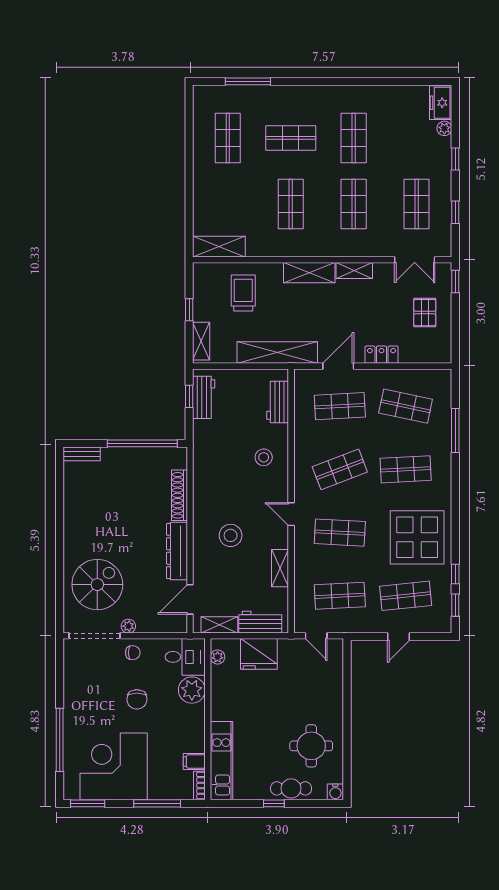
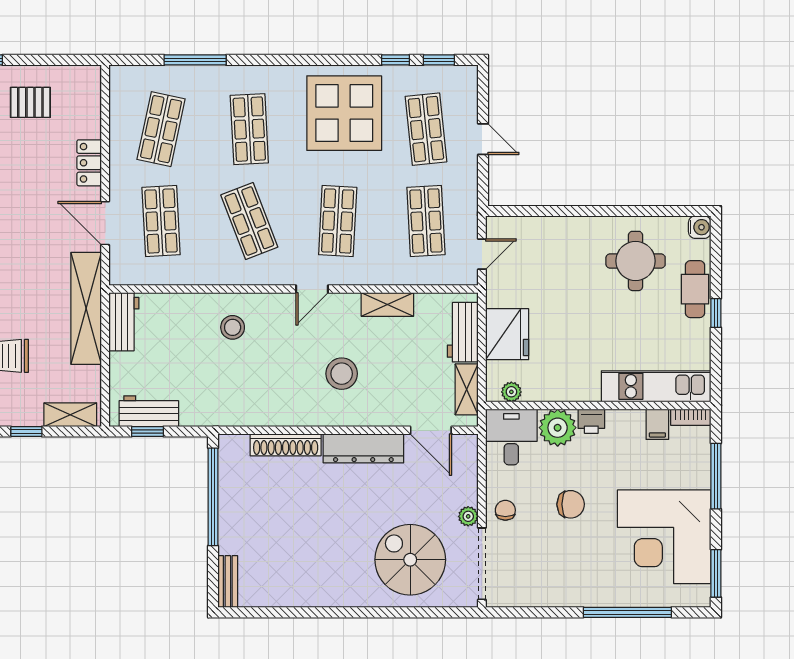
workbench: (278, 402) -> (124, 322), moved, turned -90
printer: (196, 714) -> (591, 421), added

